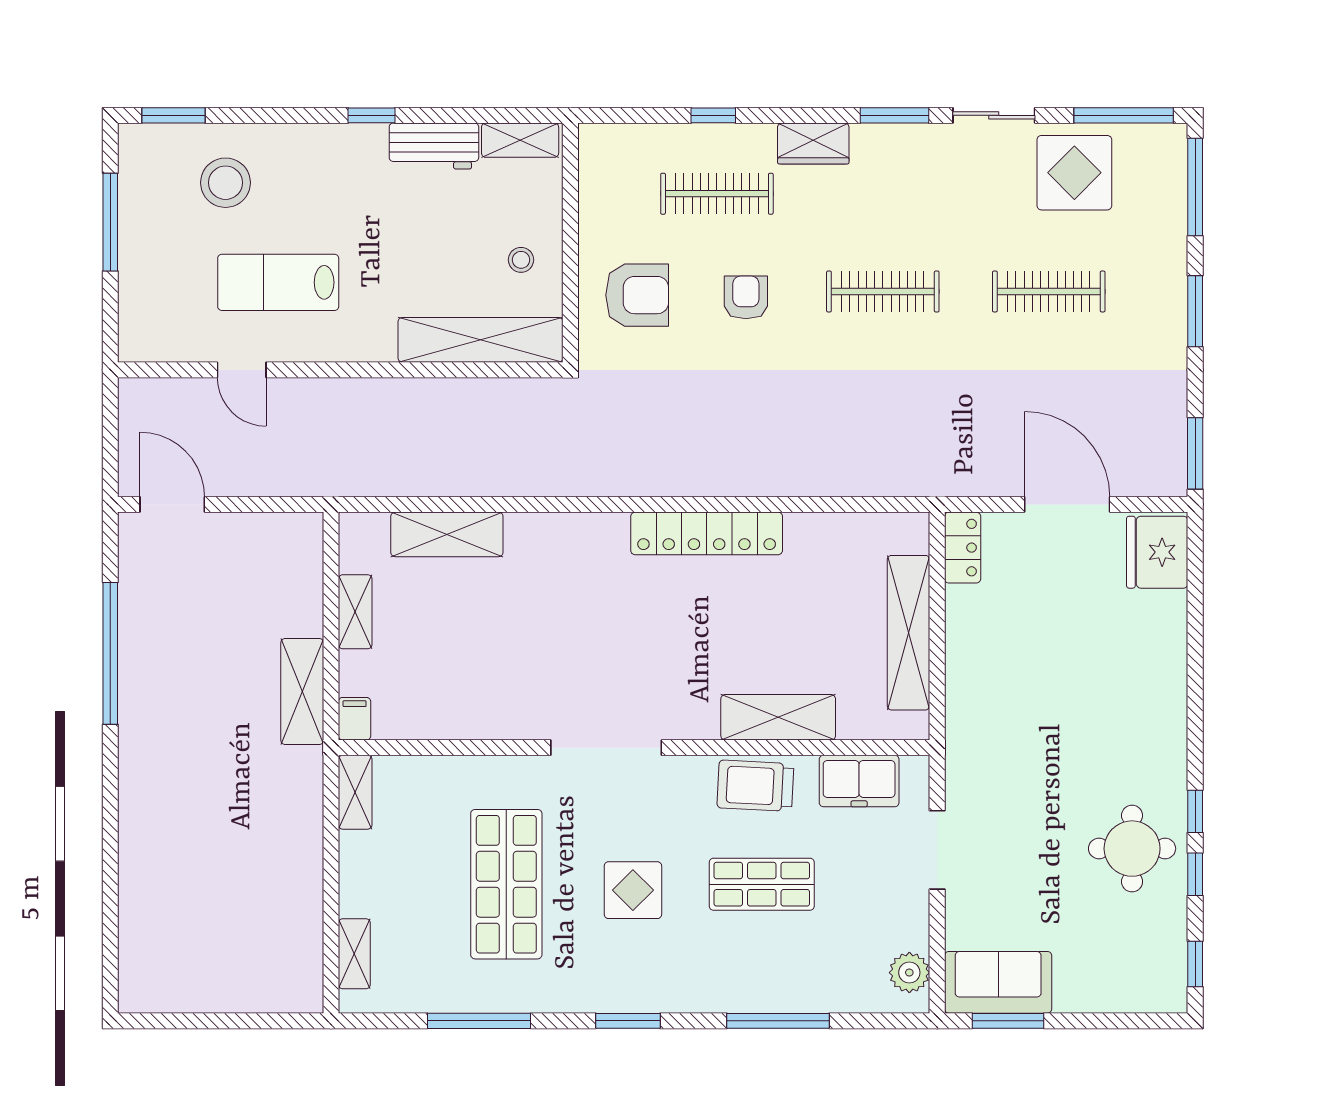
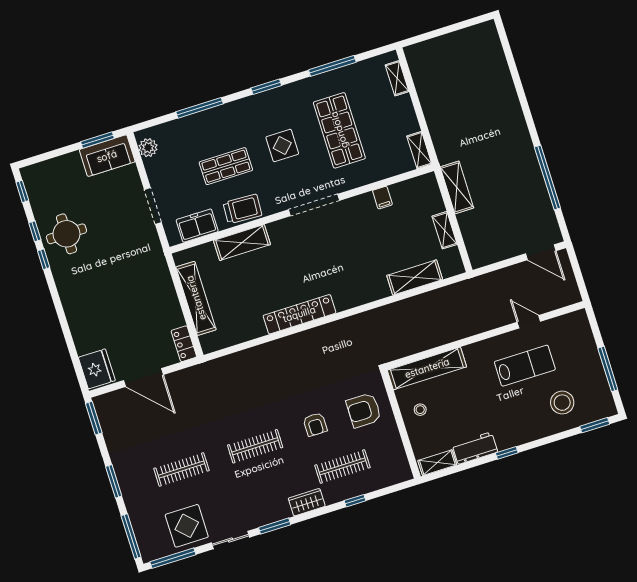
filing cabinet: (355, 719) -> (382, 198), moved

